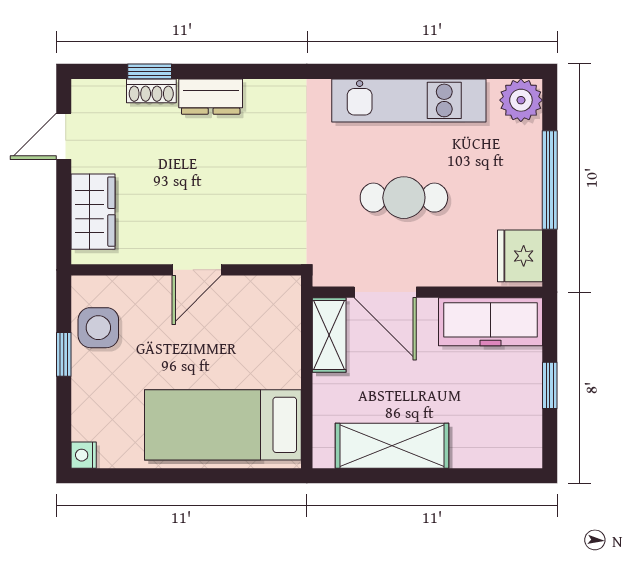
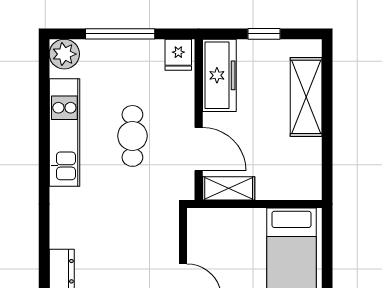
fridge: (520, 256) -> (178, 55), width x0.72
door: (385, 292) -> (199, 149), hinge flipped
shelving: (392, 446) -> (306, 97), moved

